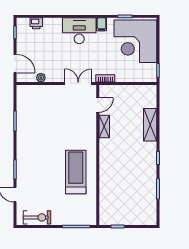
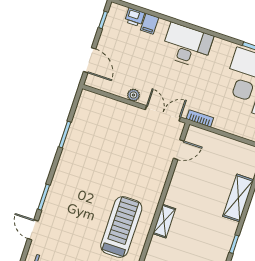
filing cabinet: (102, 24) -> (150, 24), moved
plant: (41, 78) -> (133, 95), moved
shelving: (104, 127) -> (164, 221), moved

